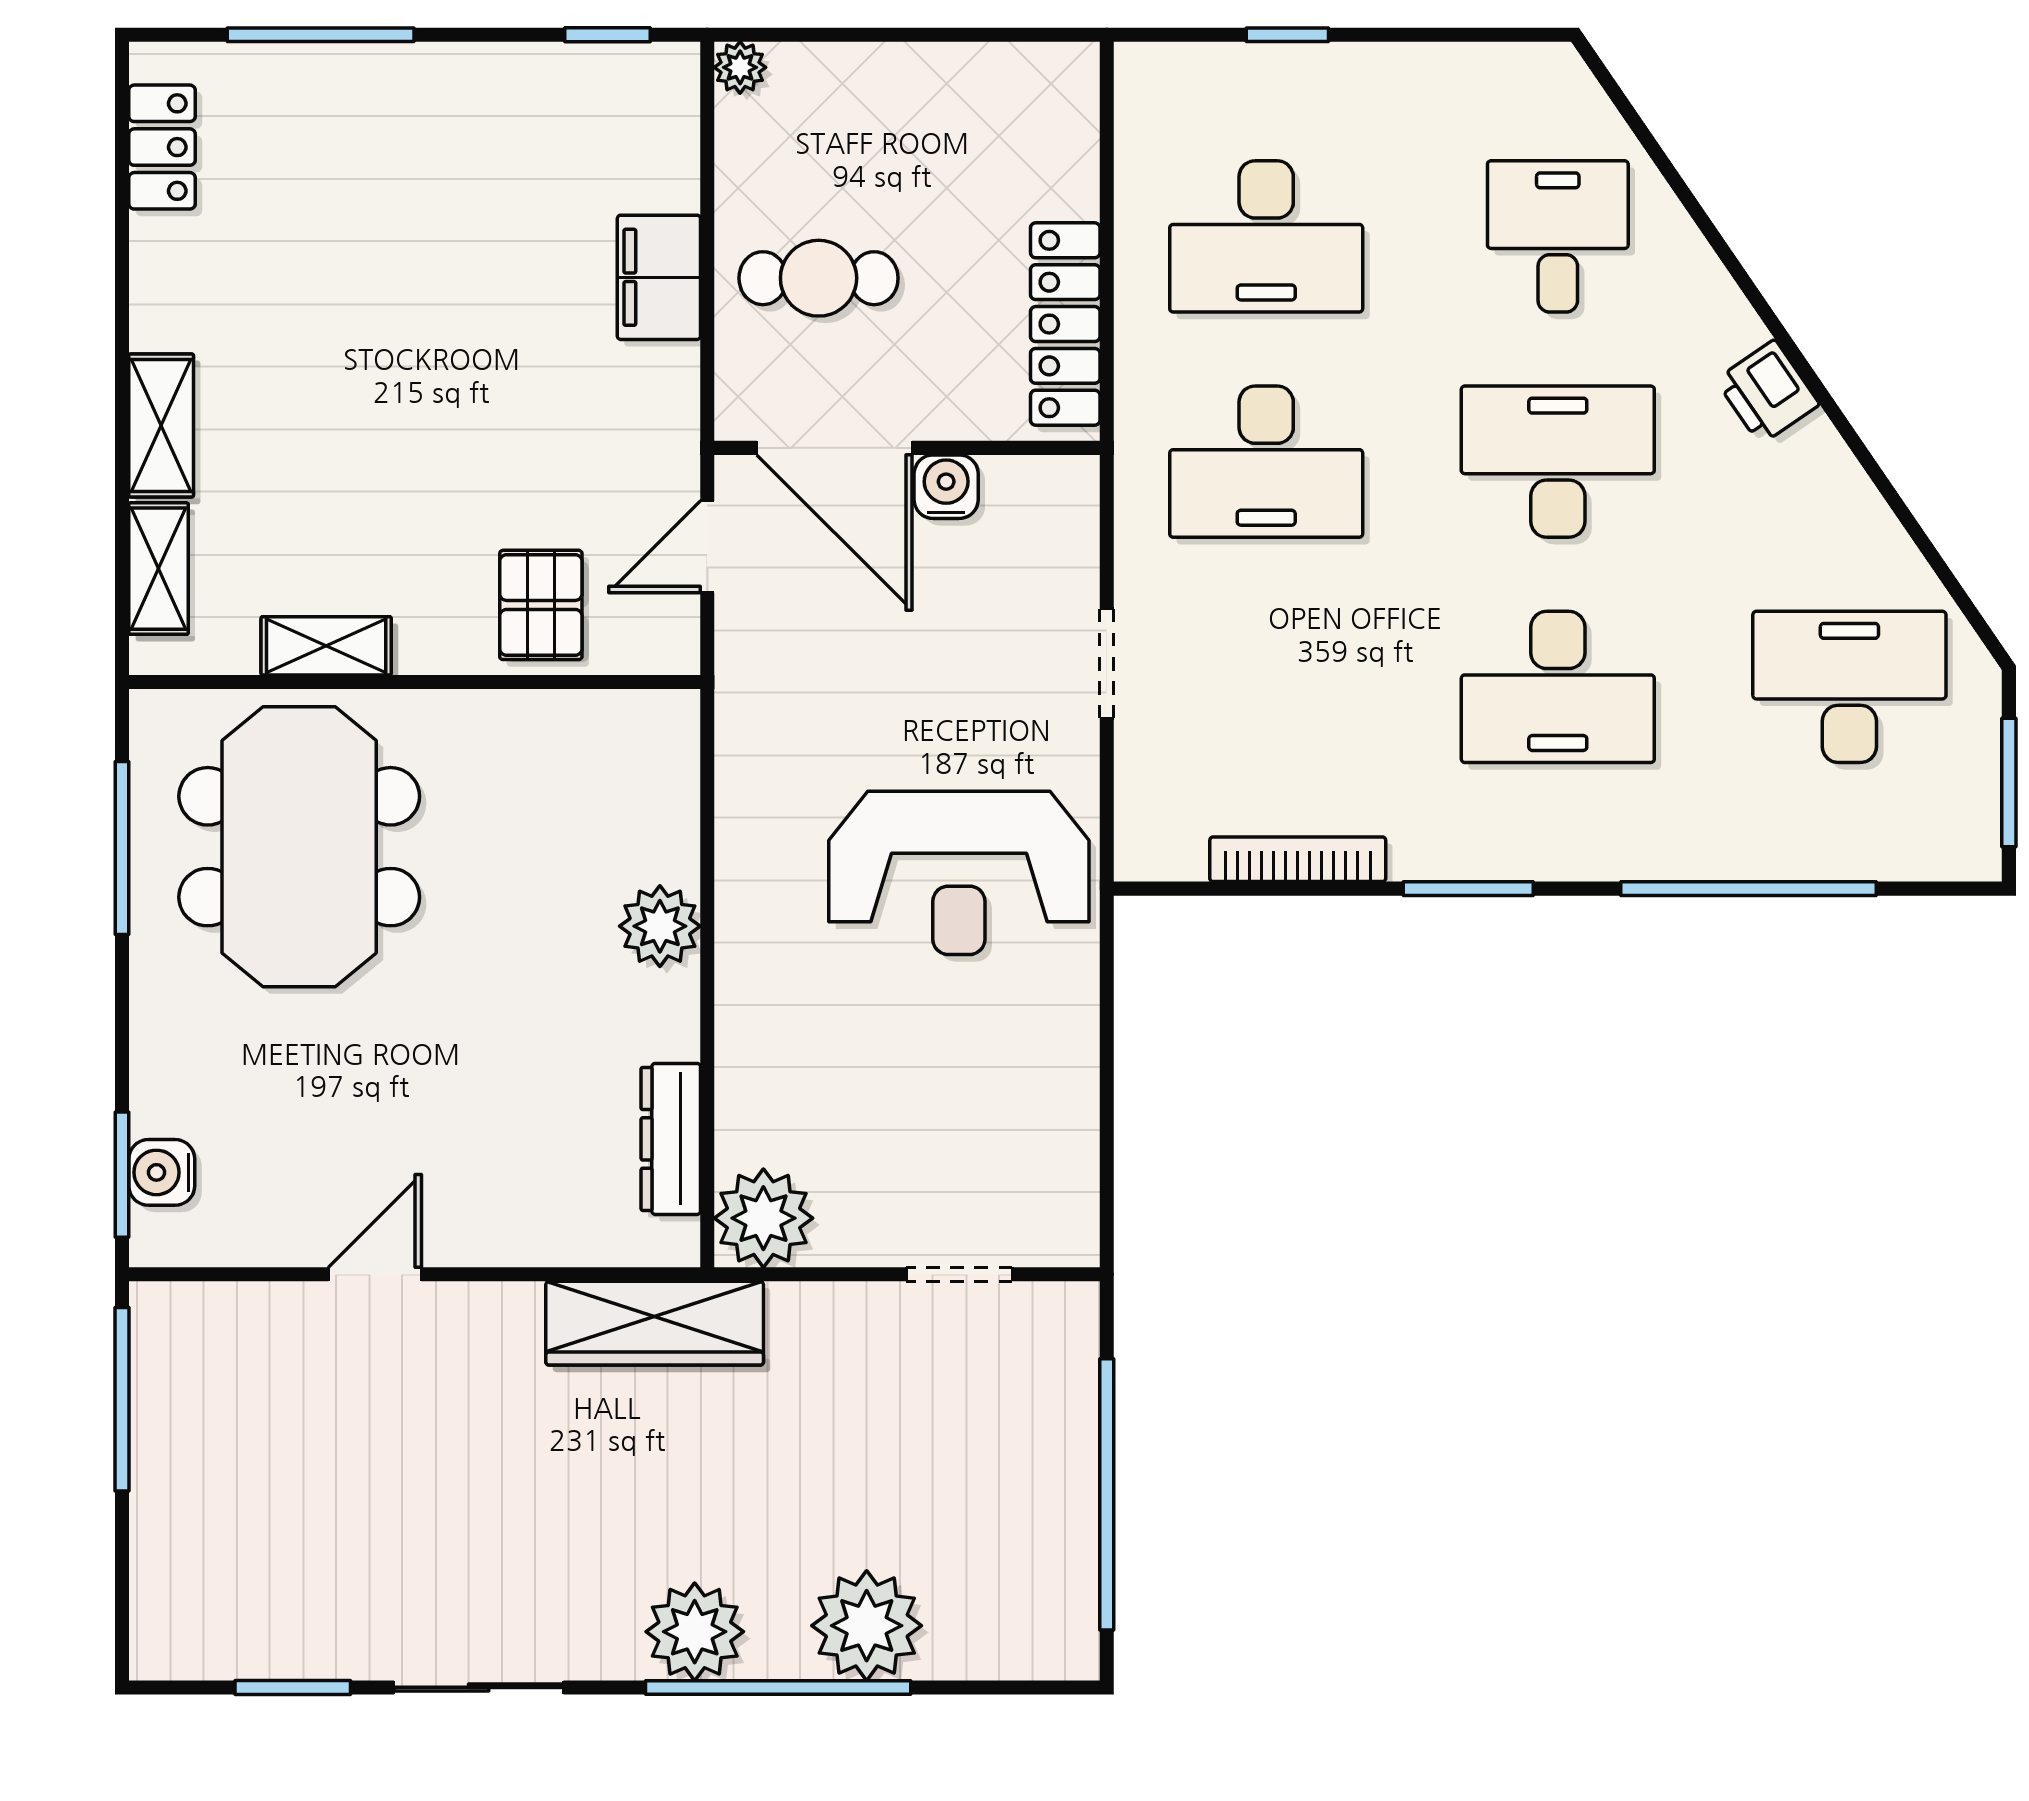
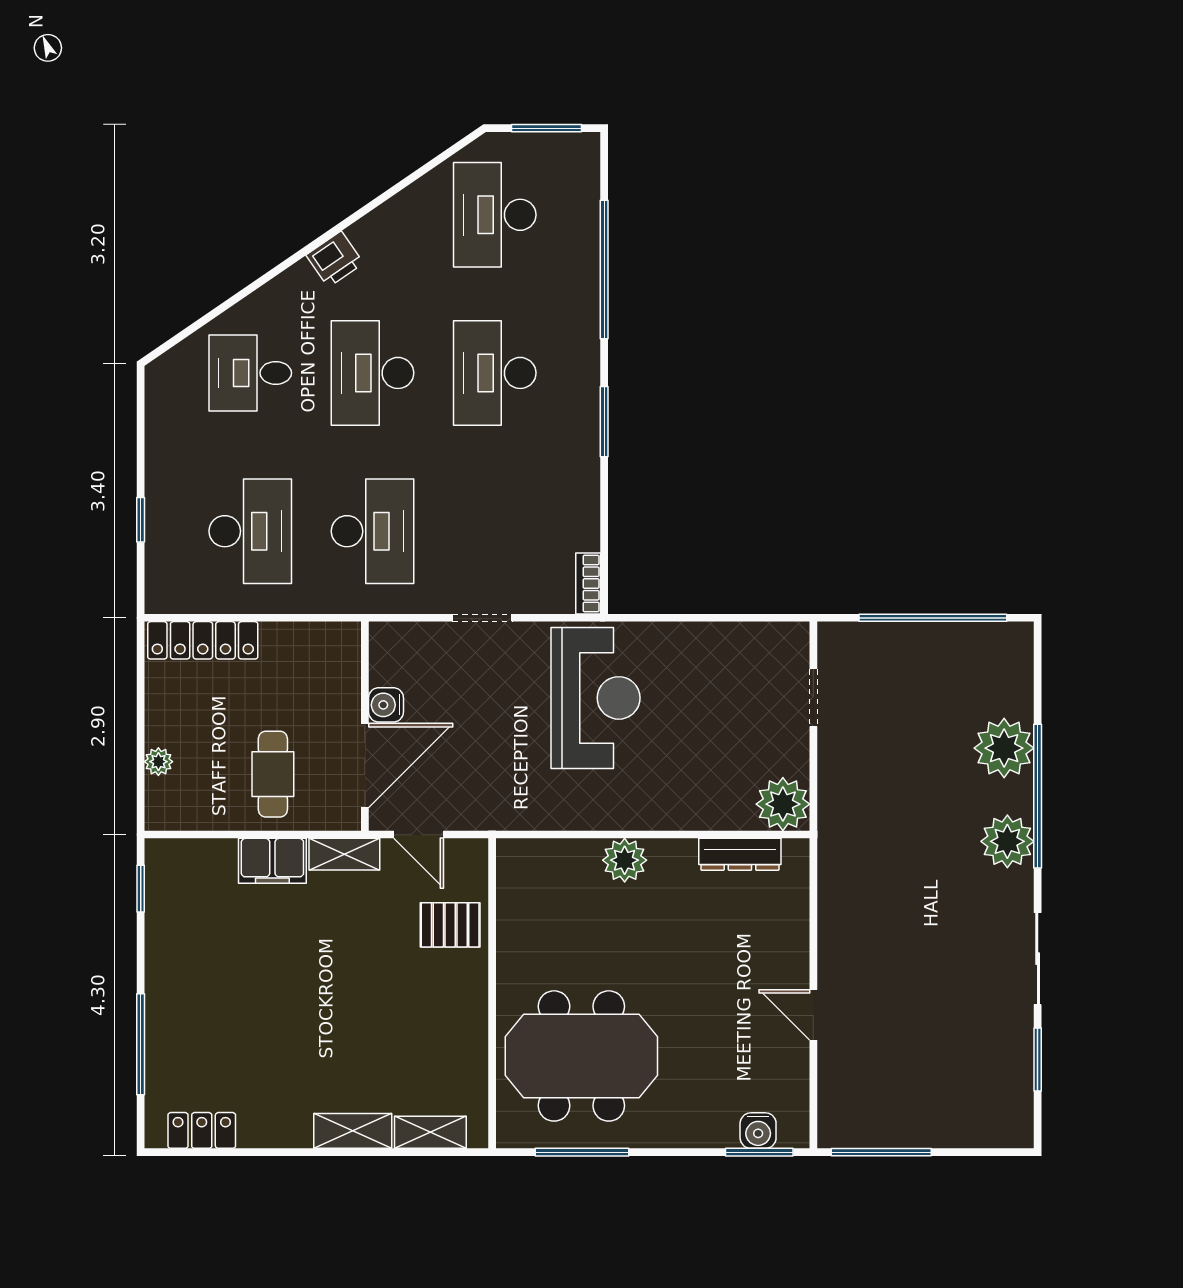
plant: (740, 67) -> (158, 762), moved
locker: (1065, 324) -> (203, 640), moved
shelving: (326, 646) -> (344, 854), moved, turned 90
desk: (1558, 687) -> (495, 373), turned 180
bookcase: (1298, 859) -> (588, 584), moved, width x0.64
wardrobe: (655, 1323) -> (840, 863), removed

